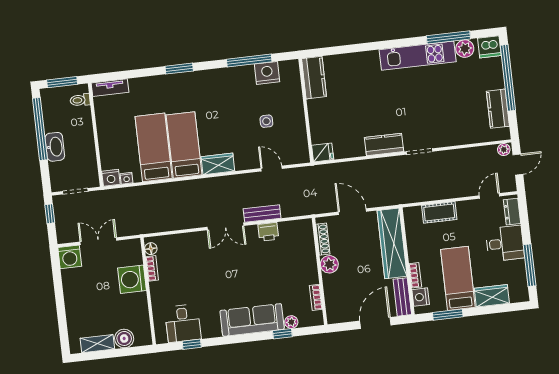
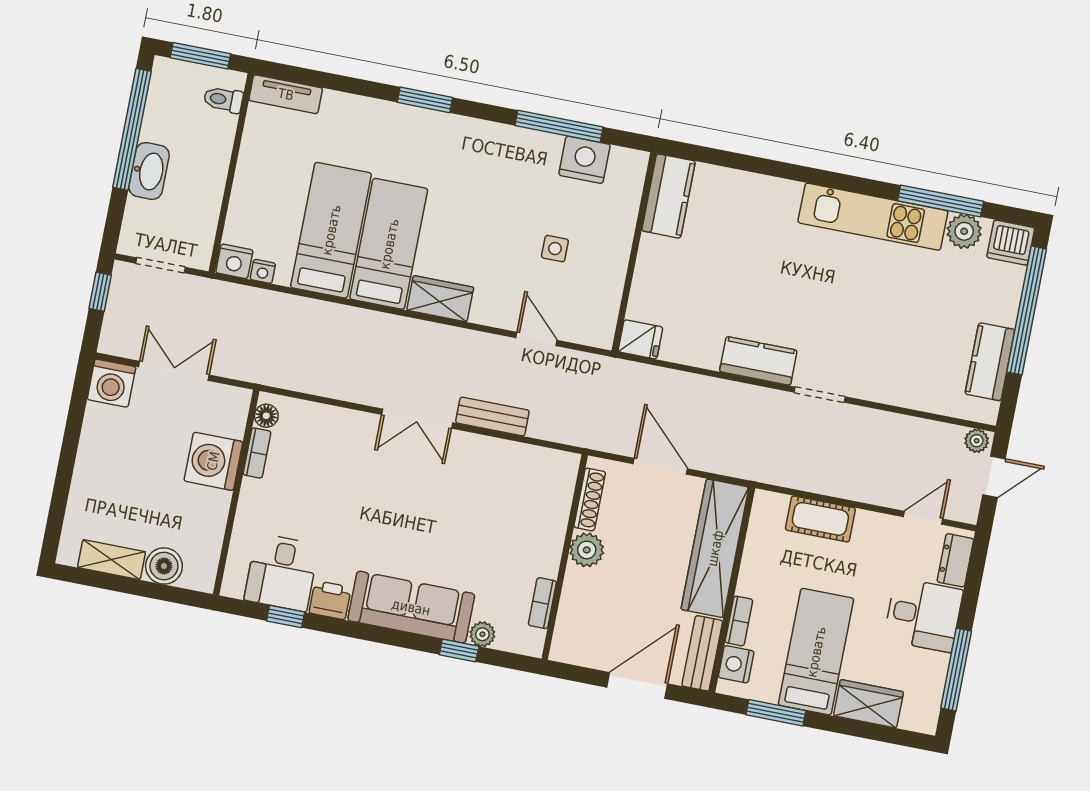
printer: (268, 232) -> (330, 600), moved, turned 180

